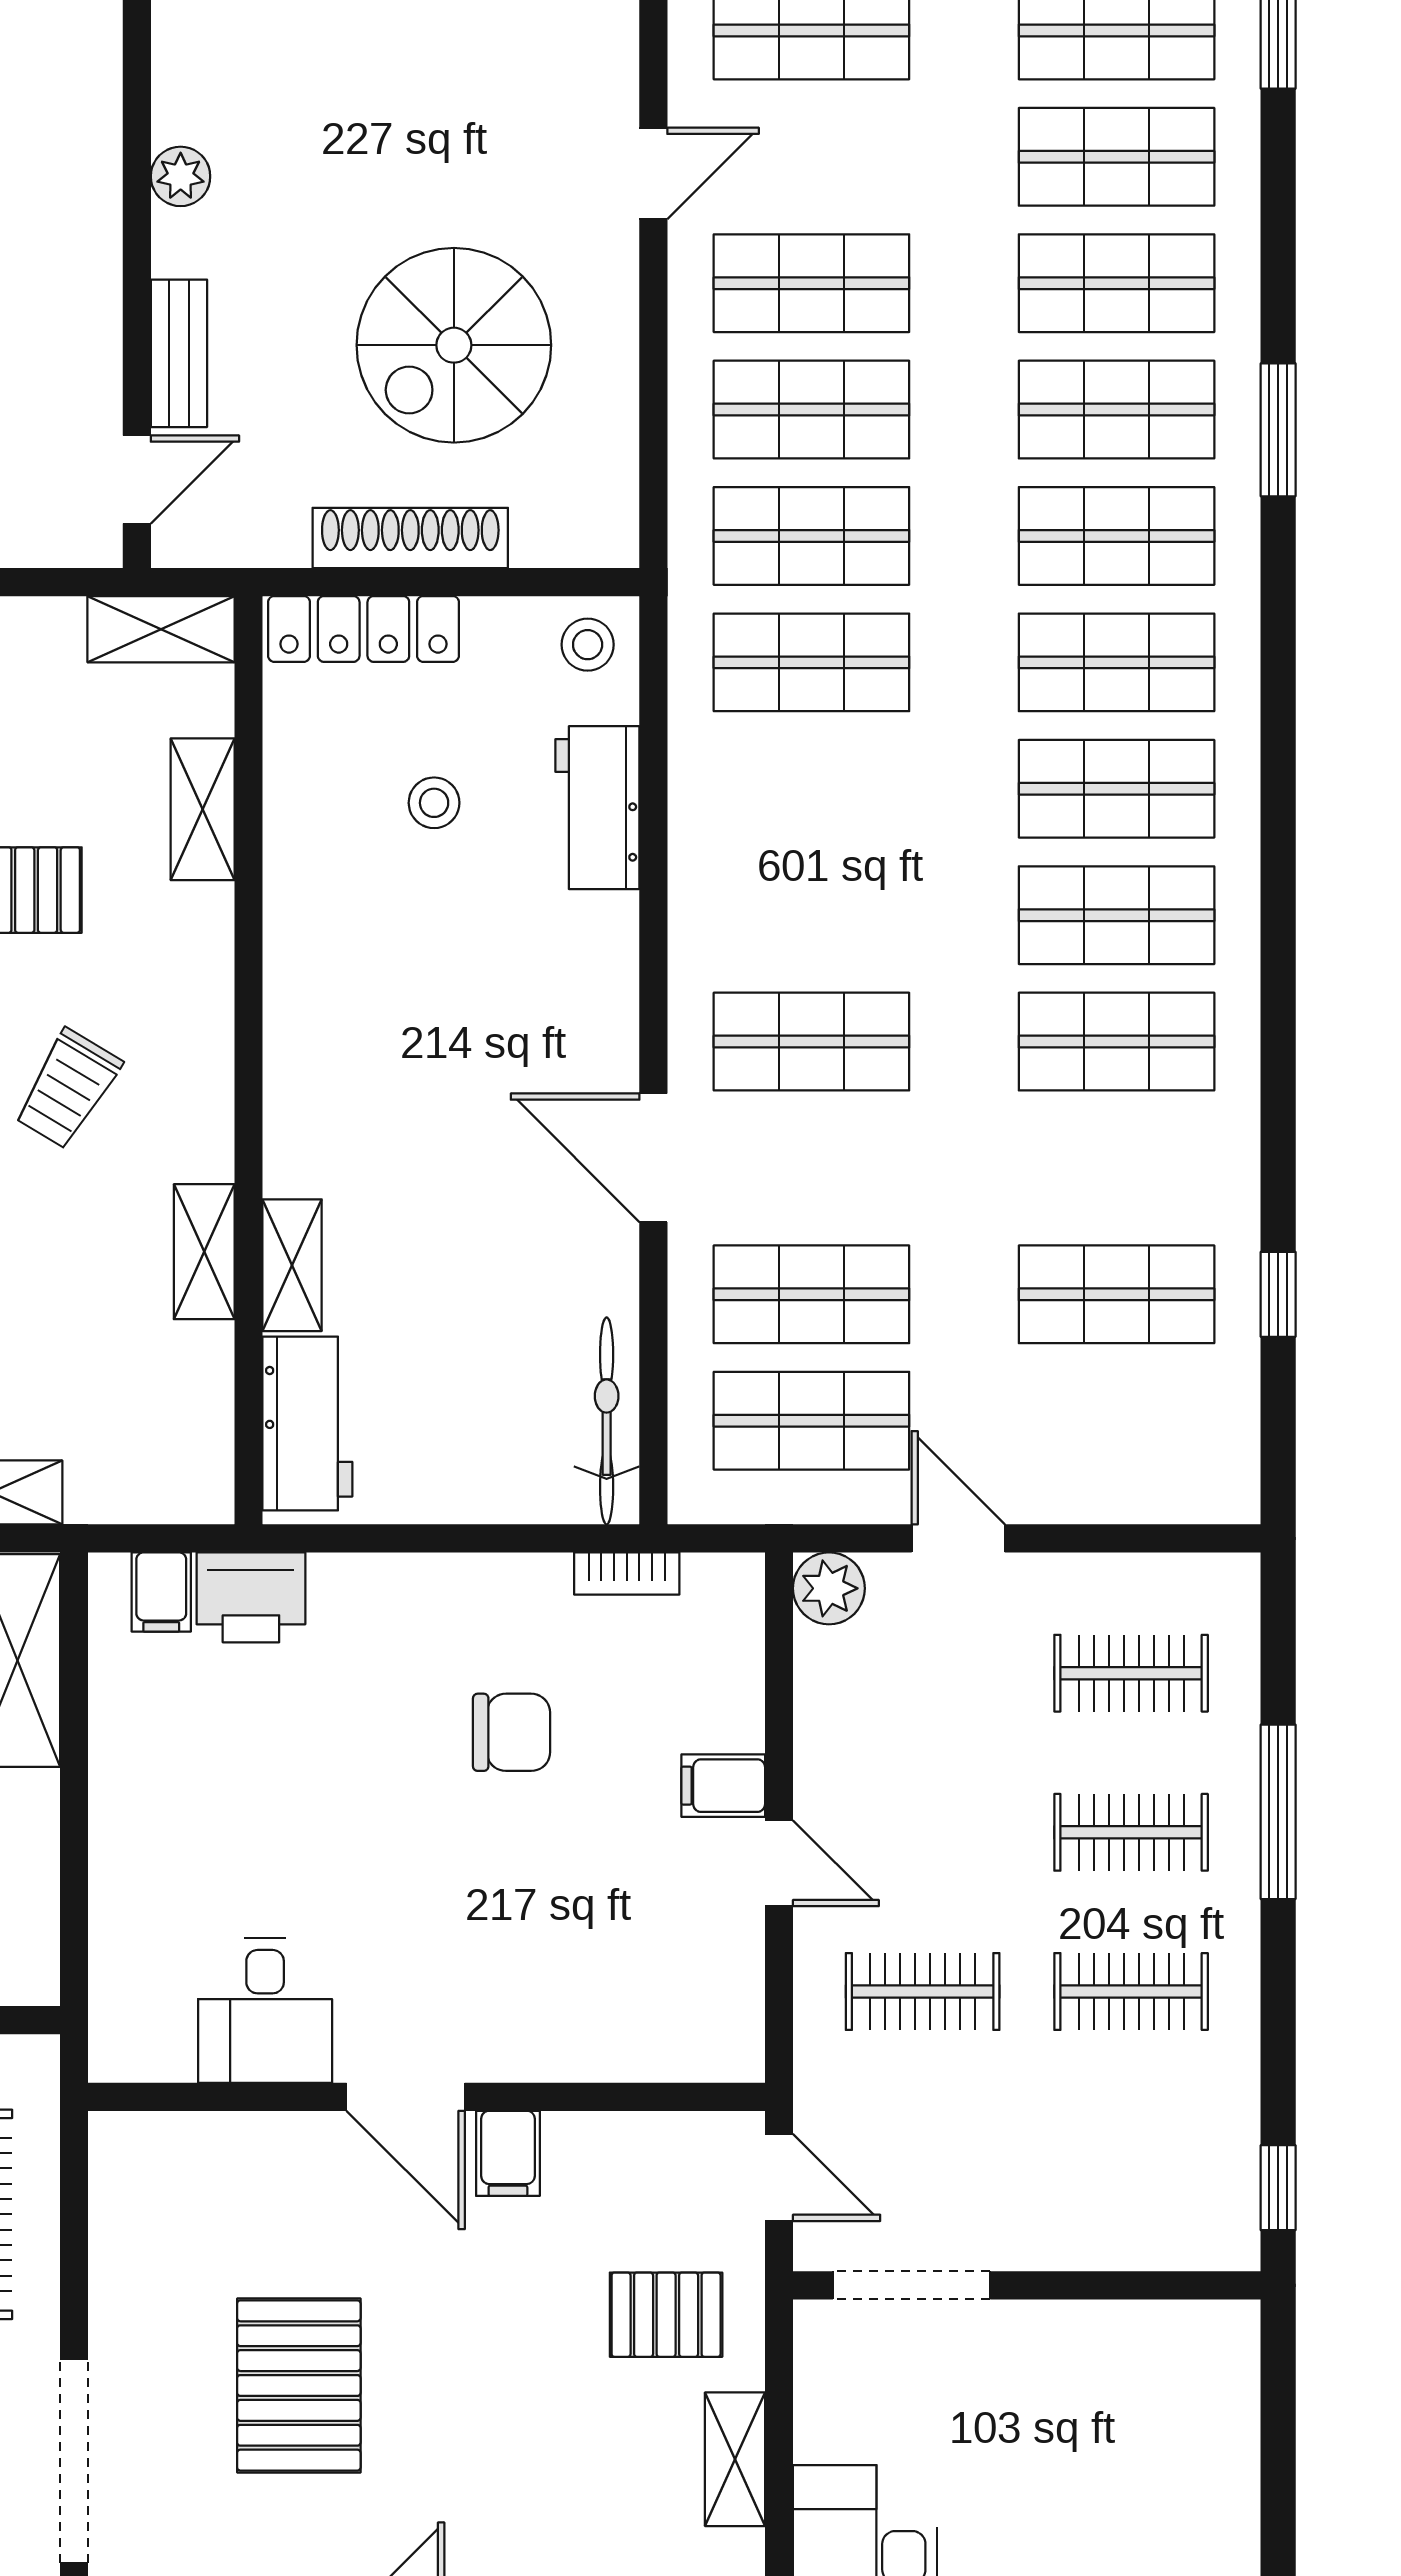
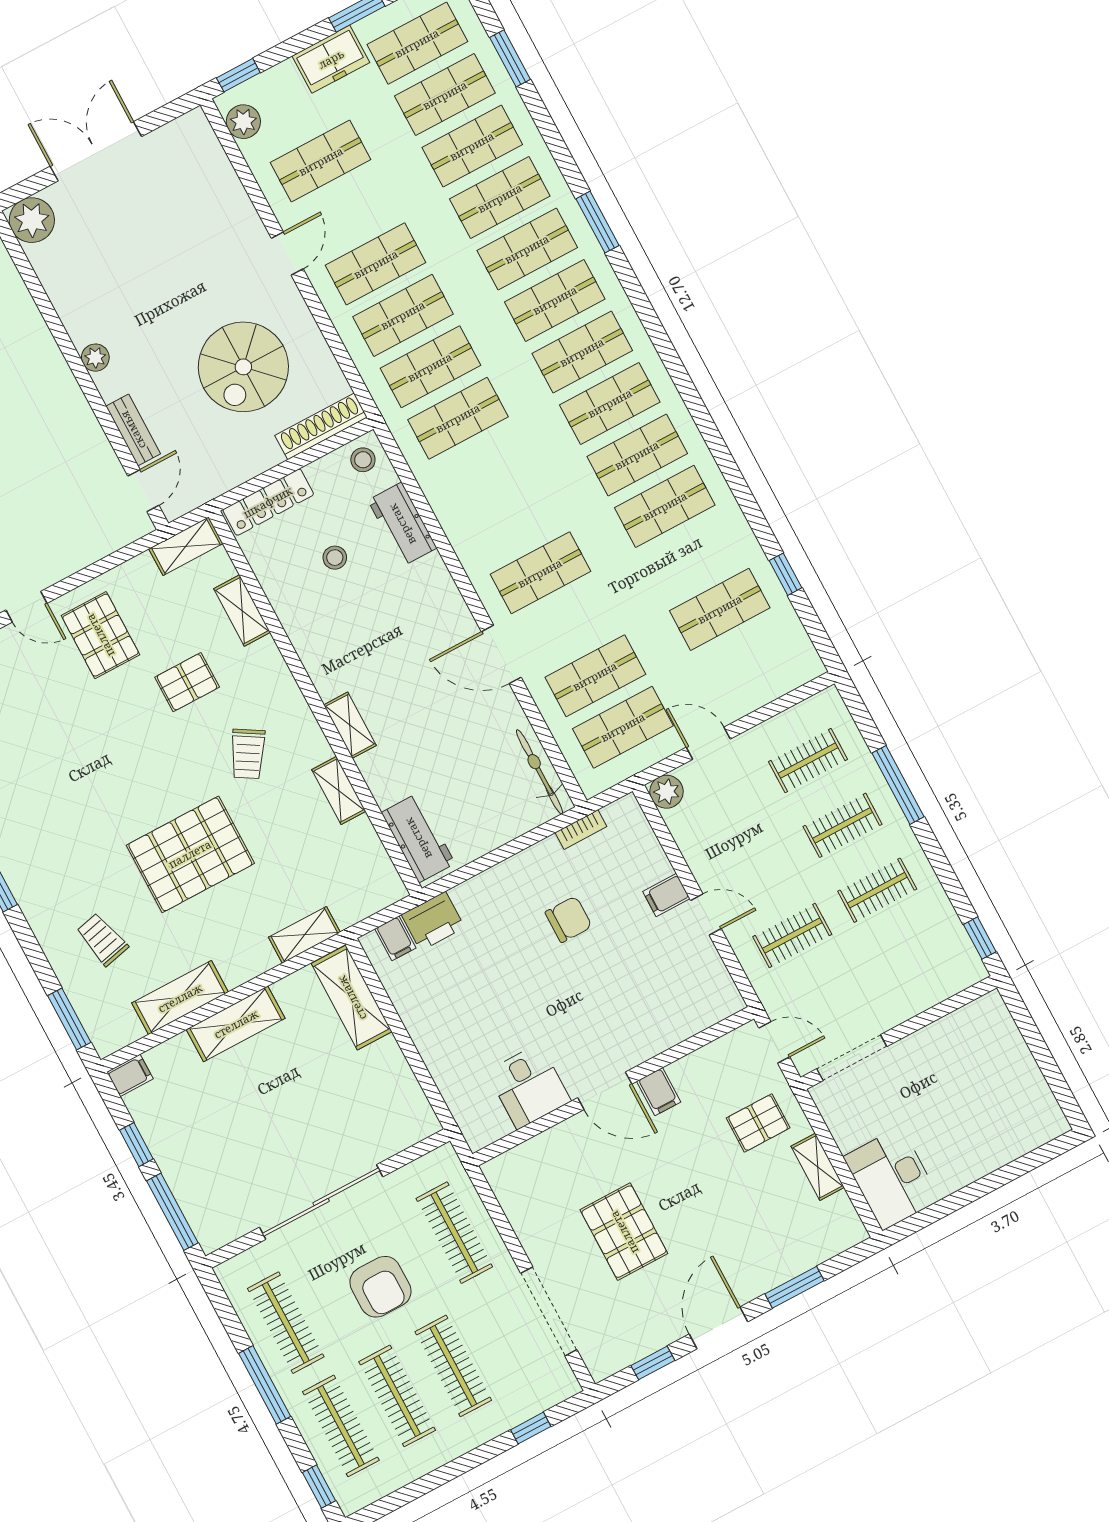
shoe rack: (410, 538) -> (321, 426), moved
shelving: (292, 1265) -> (350, 725), moved

